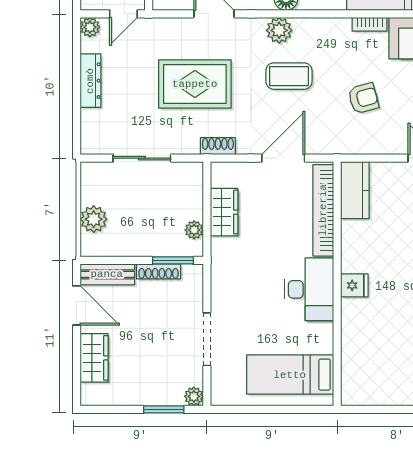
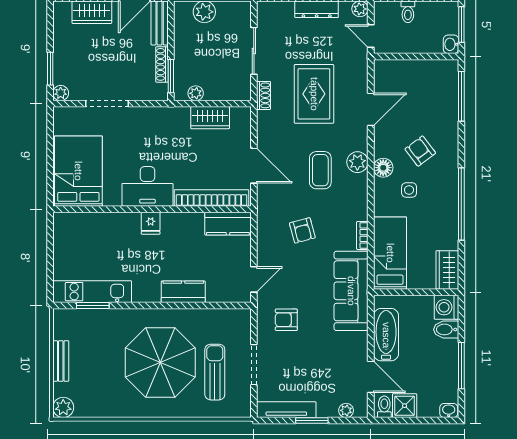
shoe rack: (218, 146) -> (264, 95), moved
bed: (290, 375) -> (78, 171), width x1.50

